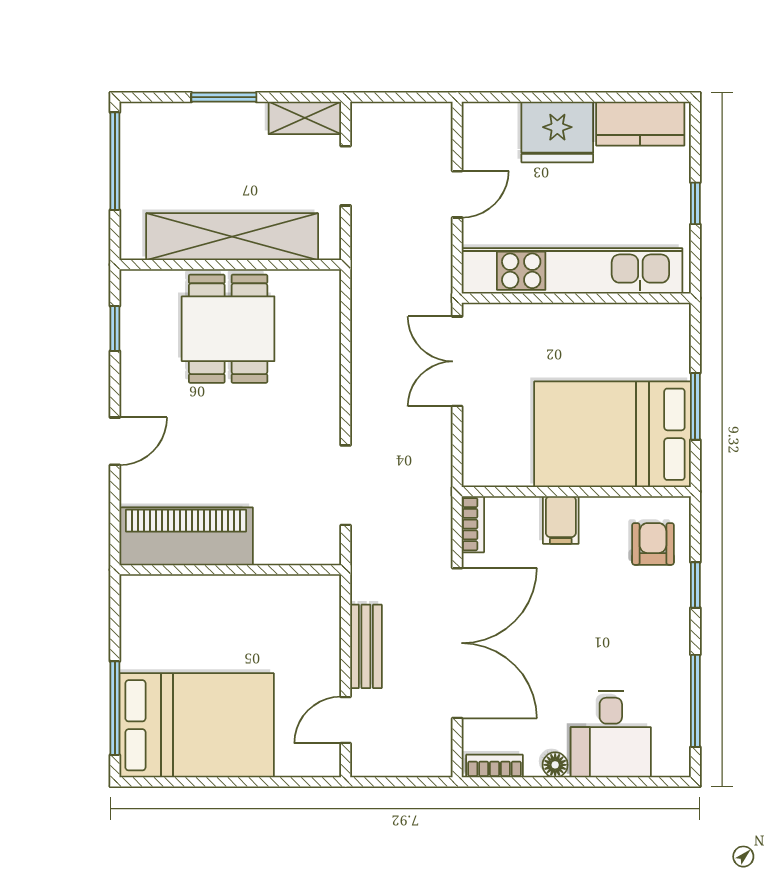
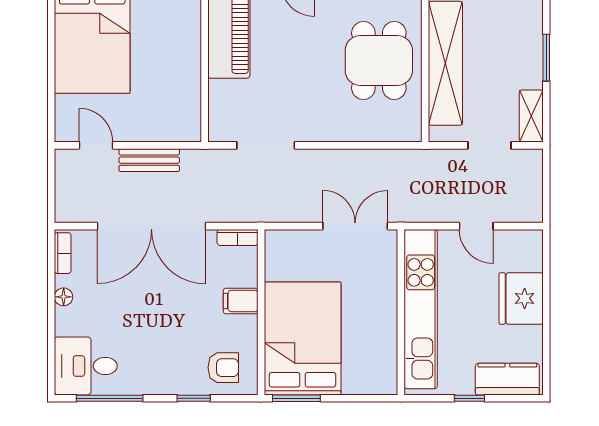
kitchen counter: (640, 124) -> (507, 379), moved, turned 90
dining table: (228, 329) -> (379, 60), turned 90
window: (695, 406) -> (296, 398), moved
desk: (611, 734) -> (86, 366), moved

